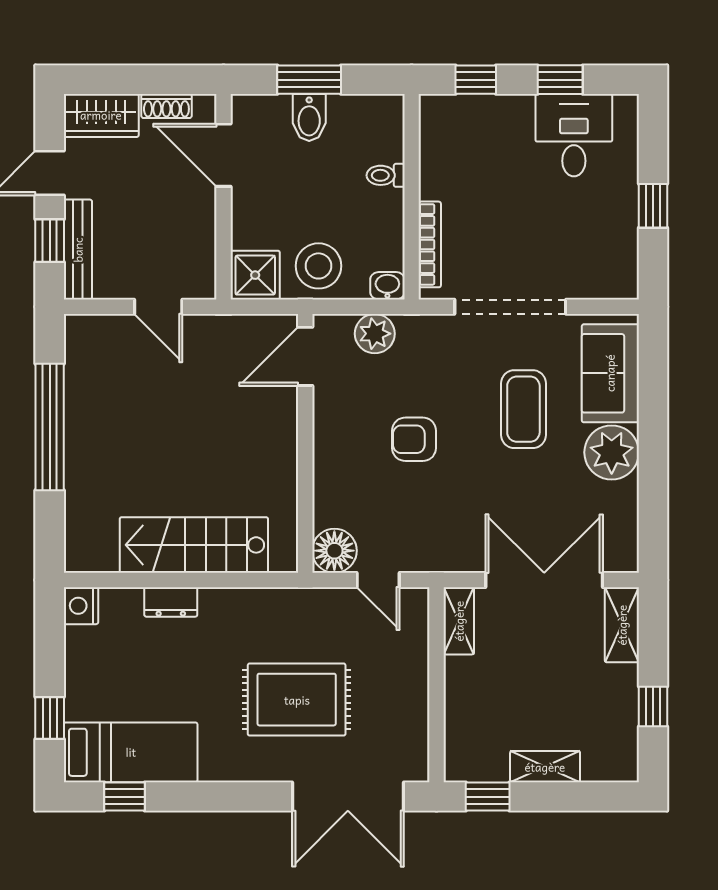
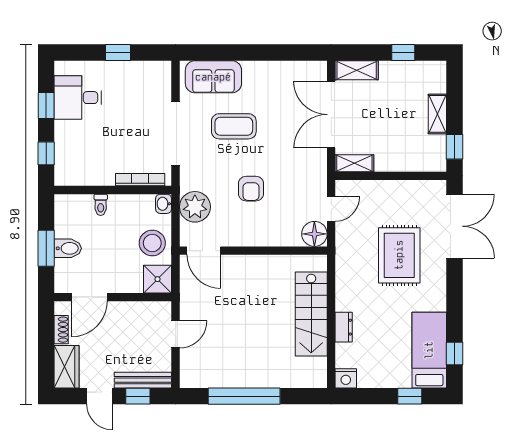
plant: (375, 334) -> (195, 207), width x1.36, depth x1.36
plant: (612, 452) -> (258, 76), removed

